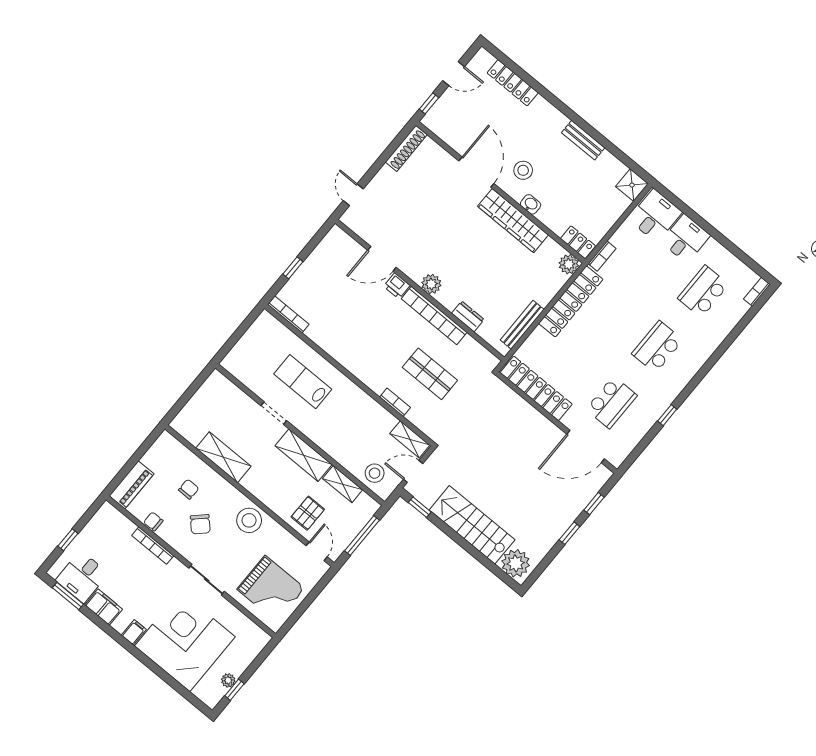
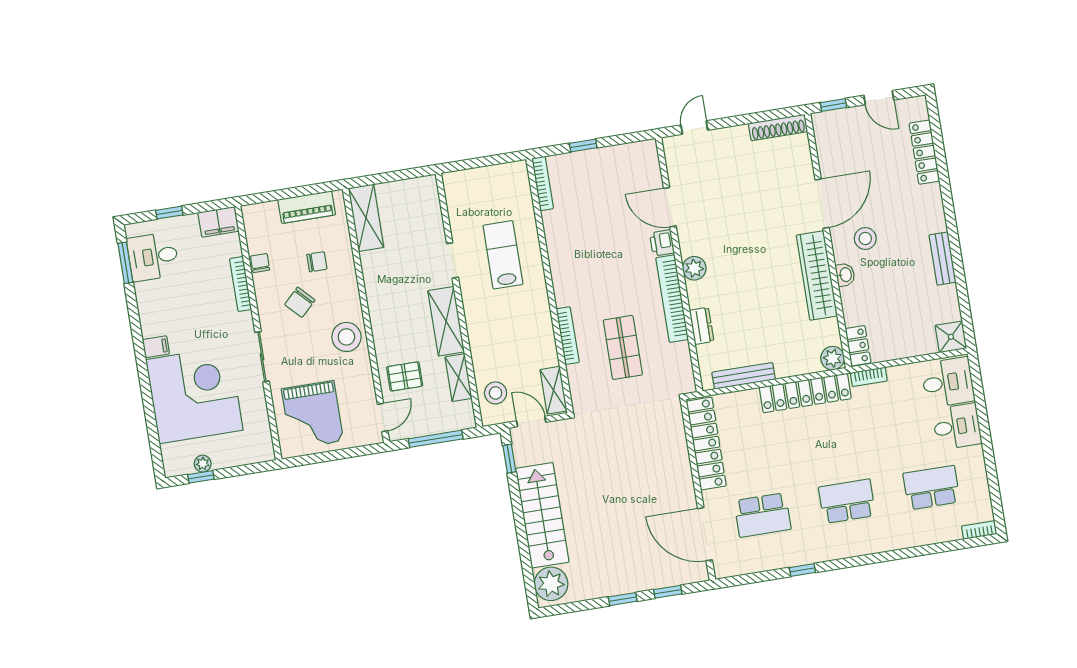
bookcase: (395, 402) -> (568, 336), width x1.56
shelving: (223, 457) -> (366, 218), moved
piano: (131, 485) -> (307, 207), moved
filing cabinet: (104, 607) -> (218, 222), moved, turned 90

